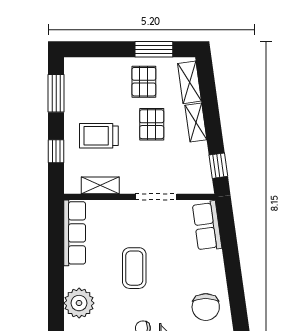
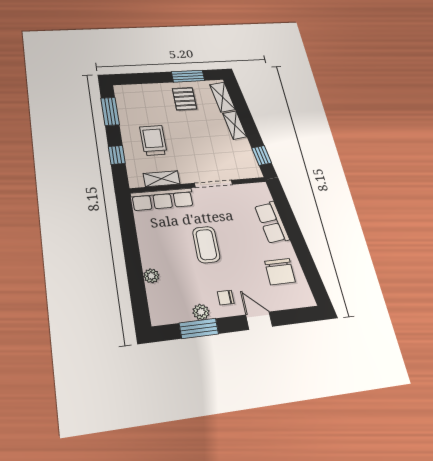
pallet: (152, 124) -> (198, 129), removed
trolley: (99, 136) -> (153, 140), turned 90
row of seats: (207, 226) -> (272, 222), moved
row of seats: (75, 233) -> (162, 199), moved, turned 90
plant: (79, 303) -> (151, 276), width x0.53, depth x0.53

